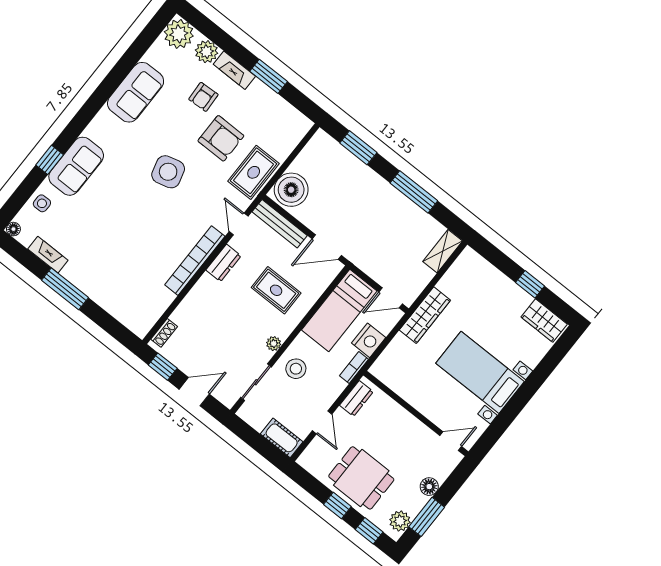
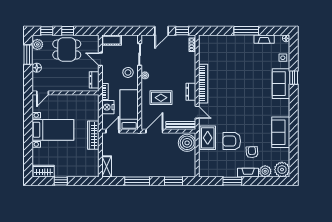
side table: (168, 172) -> (242, 111), removed

